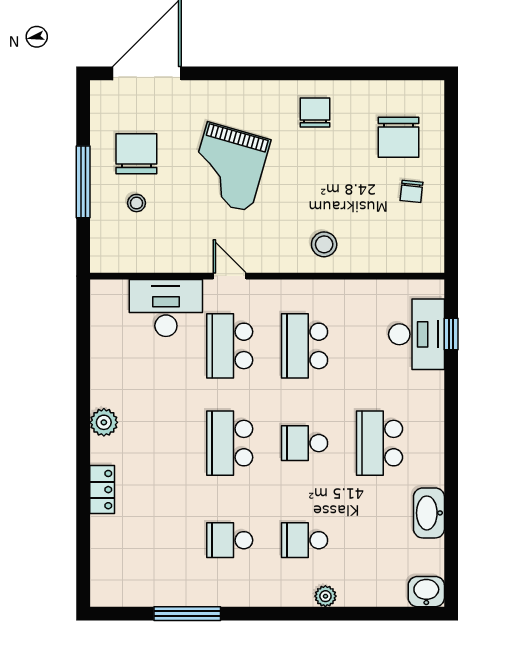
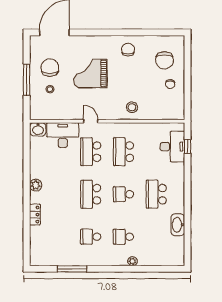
grand piano: (229, 167) -> (90, 73), turned 74
washbasin: (426, 592) -> (38, 129), moved, turned 180

